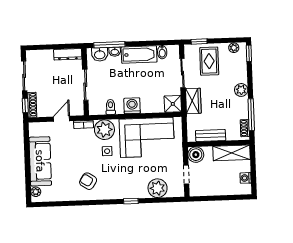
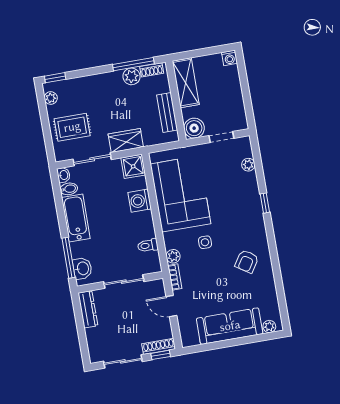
window: (199, 41) -> (49, 143), removed
washbasin: (115, 52) -> (64, 175), moved
plant: (241, 90) -> (131, 76), moved
washing machine: (132, 106) -> (140, 201), moved
plant: (104, 130) -> (173, 256), width x0.53, depth x0.53
washing machine: (246, 178) -> (229, 58), moved
plant: (158, 188) -> (248, 165), width x0.53, depth x0.53

